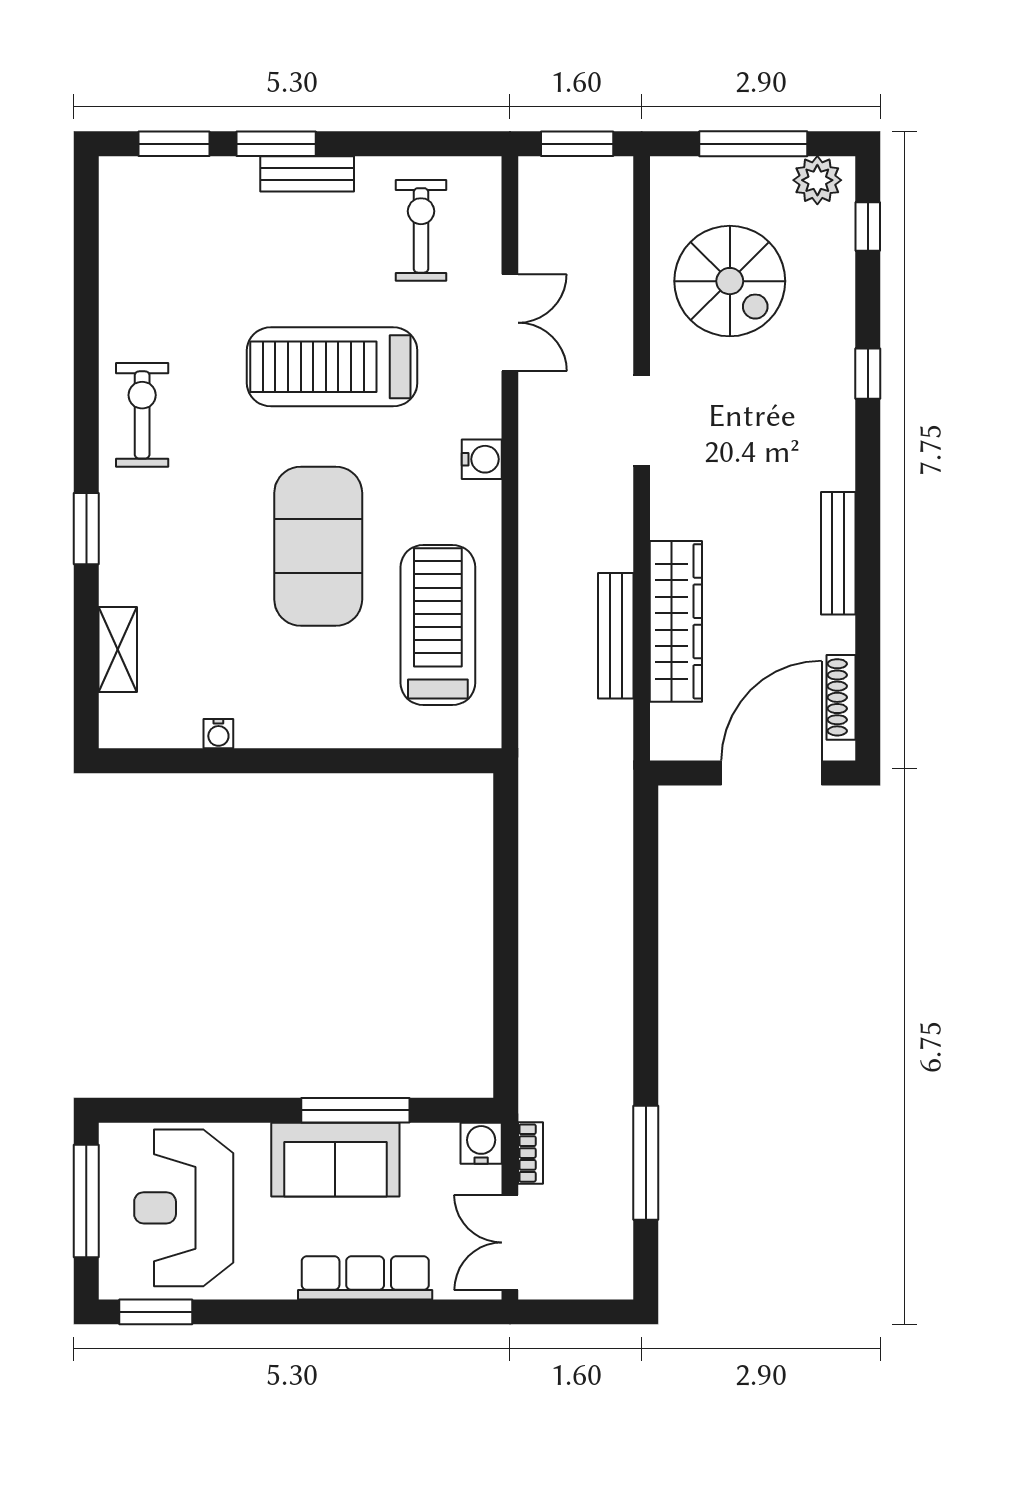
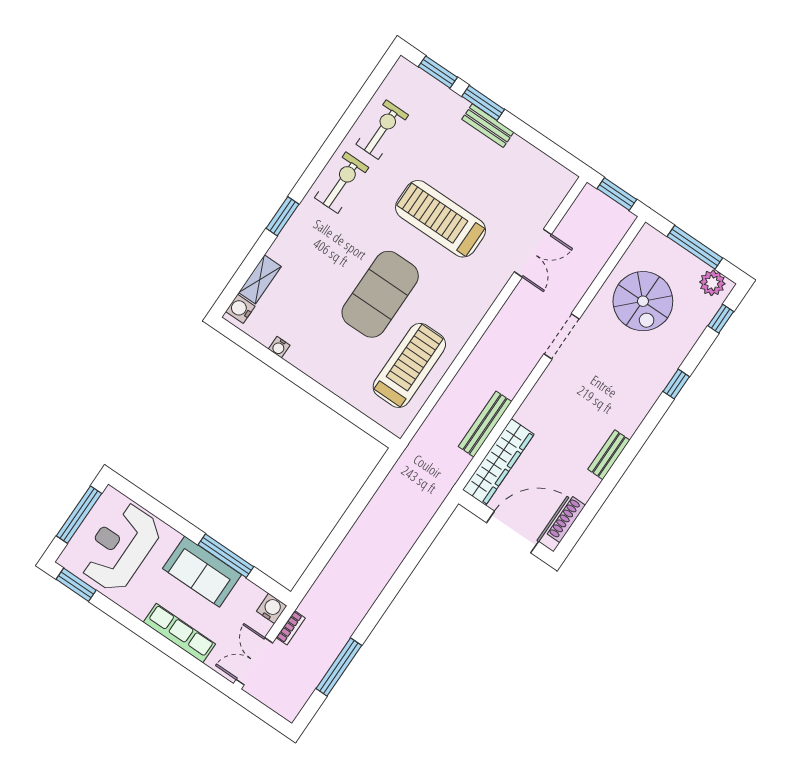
exercise bike: (421, 230) -> (382, 130), moved
water cooler: (482, 459) -> (240, 309), moved, turned 180
bench: (838, 553) -> (609, 455), width x0.73
wardrobe: (676, 621) -> (498, 462), moved

